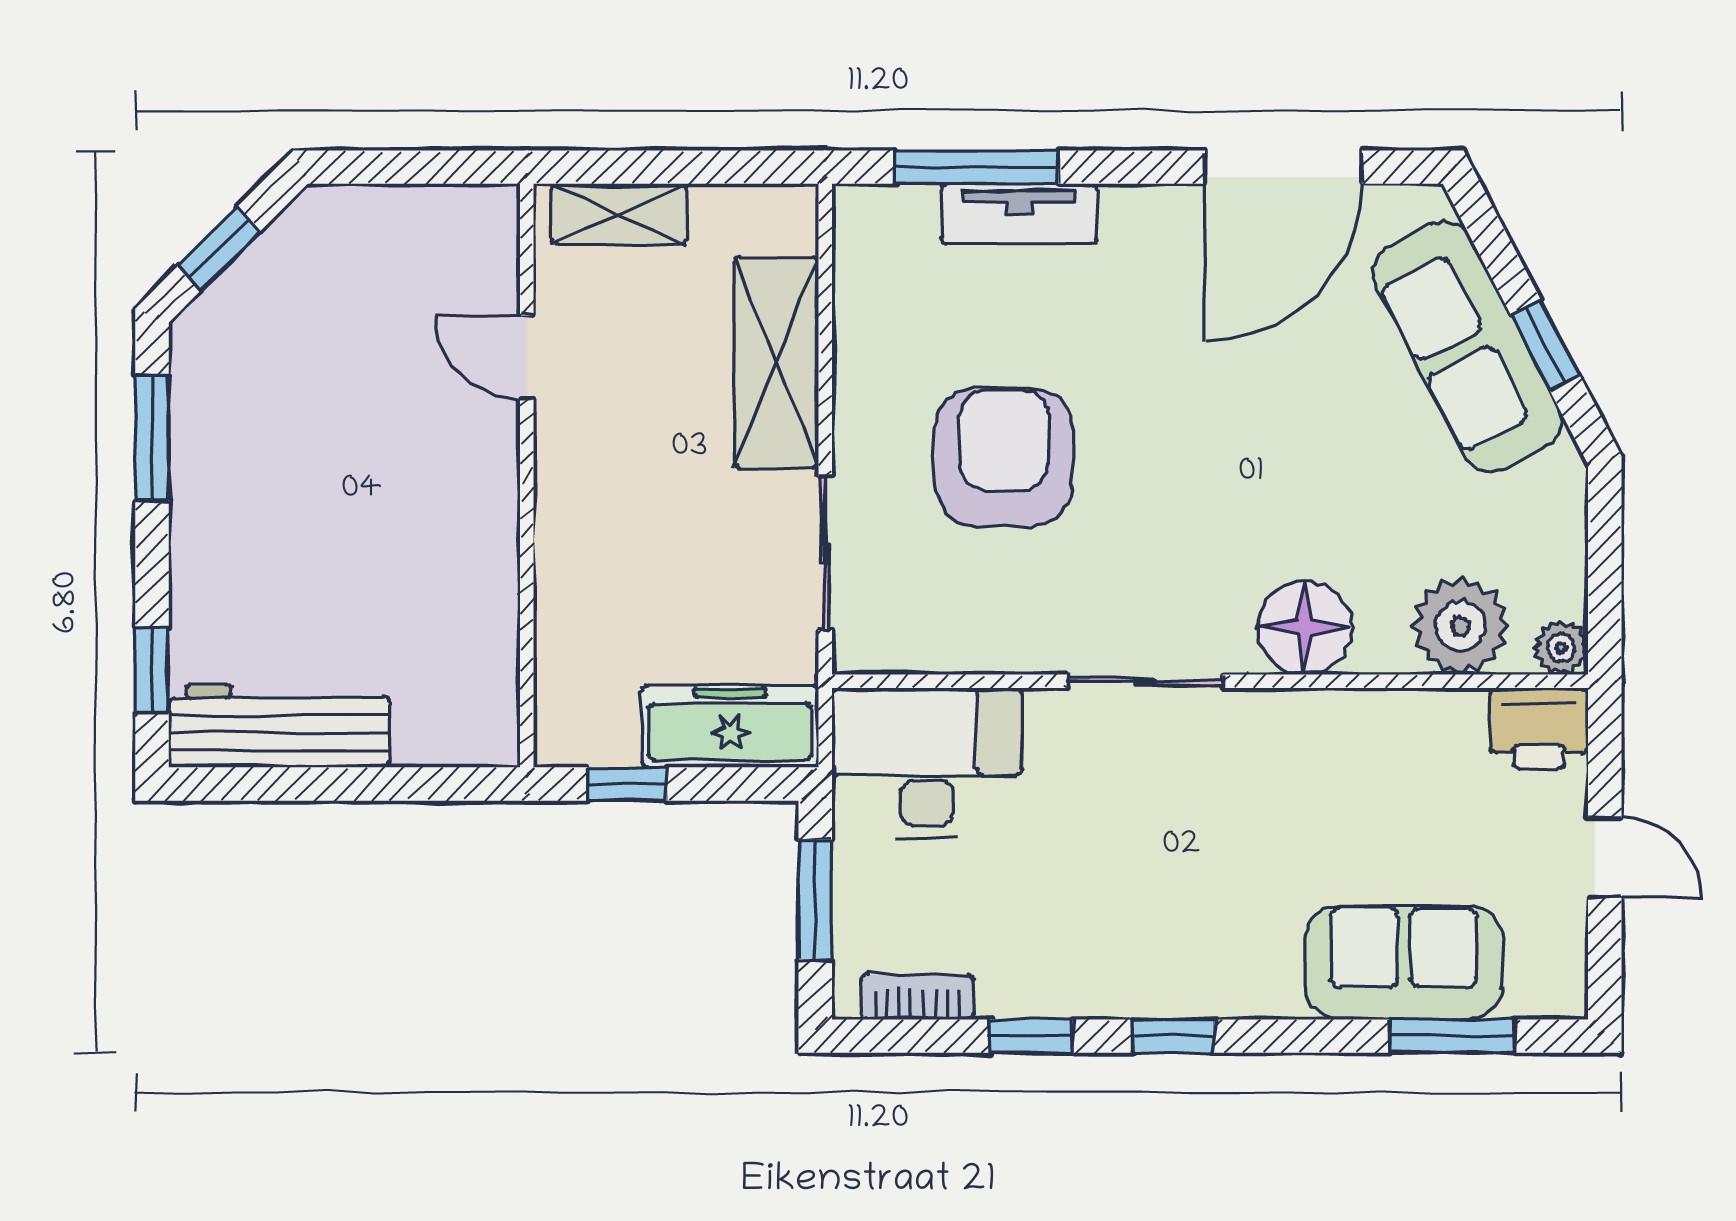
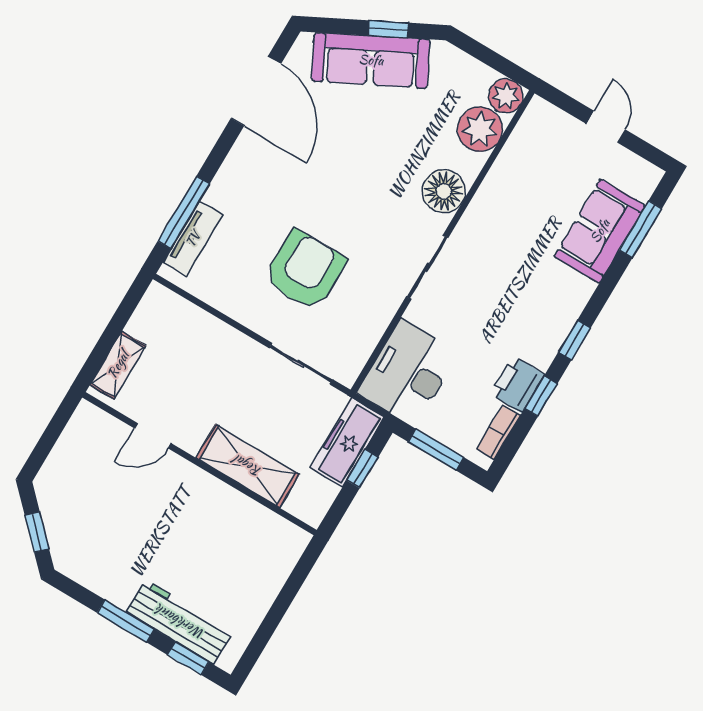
tv unit: (1019, 213) -> (193, 239), moved
shelving: (776, 363) -> (248, 466), moved
window: (152, 438) -> (126, 621), moved
armchair: (1004, 457) -> (305, 270), turned 90
plant: (1561, 648) -> (506, 96), width x1.38, depth x1.38
workbench: (279, 726) -> (180, 622), moved, turned 90
printer: (1539, 728) -> (517, 384), moved, turned 180
window: (627, 784) -> (362, 469), moved
door: (1605, 858) -> (606, 127), hinge flipped

